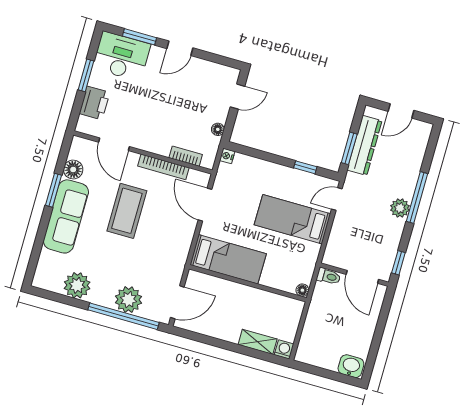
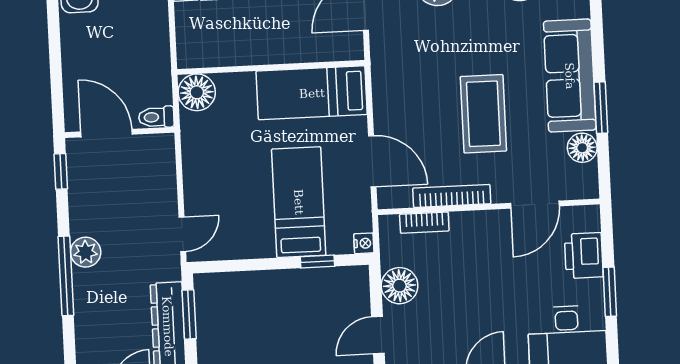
floor lamp: (218, 129) -> (400, 286), width x1.89, depth x1.89
door: (114, 144) -> (535, 205), swing flipped
window: (305, 167) -> (317, 261), moved
bed: (292, 219) -> (299, 202), moved, turned -90
floor lamp: (302, 290) -> (197, 92), width x1.89, depth x1.89

